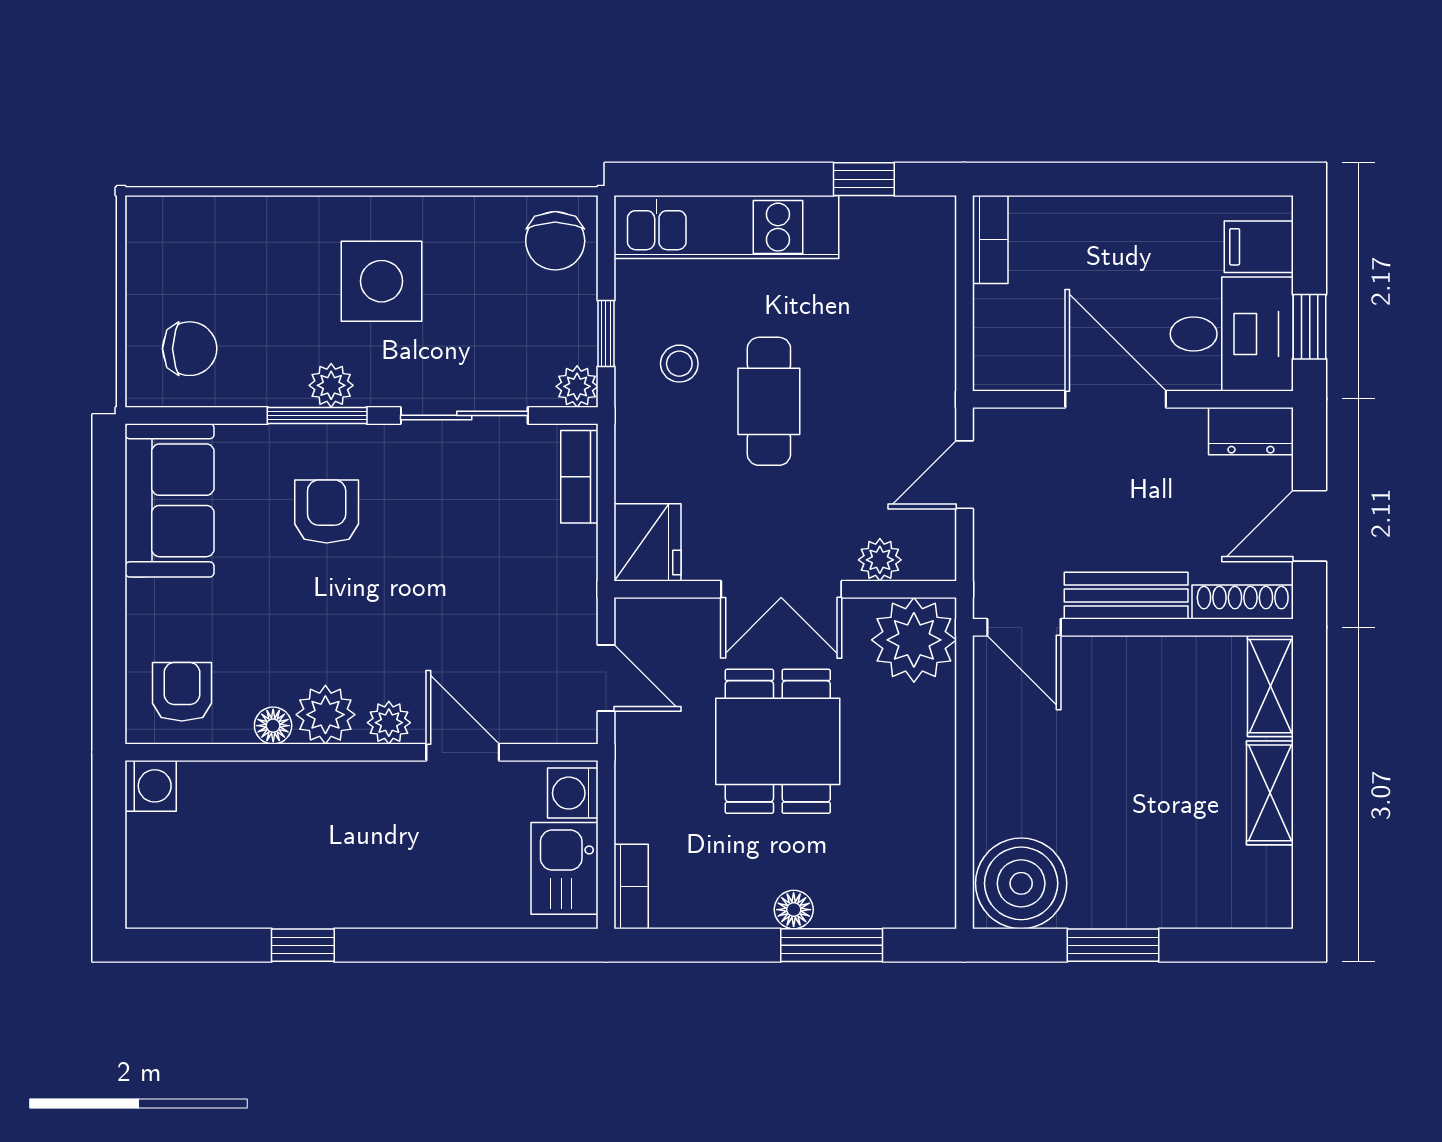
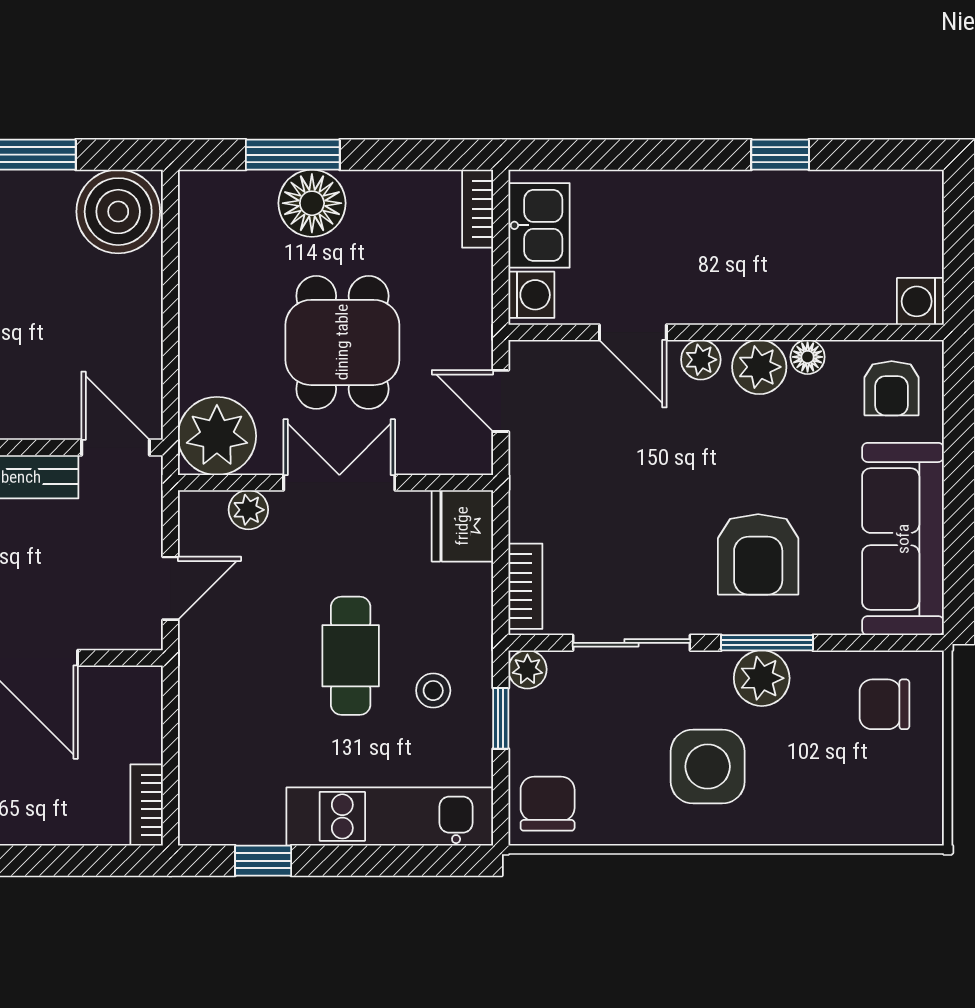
plant: (331, 385) -> (762, 678), width x1.38, depth x1.38
sofa: (170, 500) -> (903, 539), width x1.36
armchair: (327, 511) -> (758, 554), width x1.38, depth x1.38
floor lamp: (794, 910) -> (312, 203), width x1.89, depth x1.89

